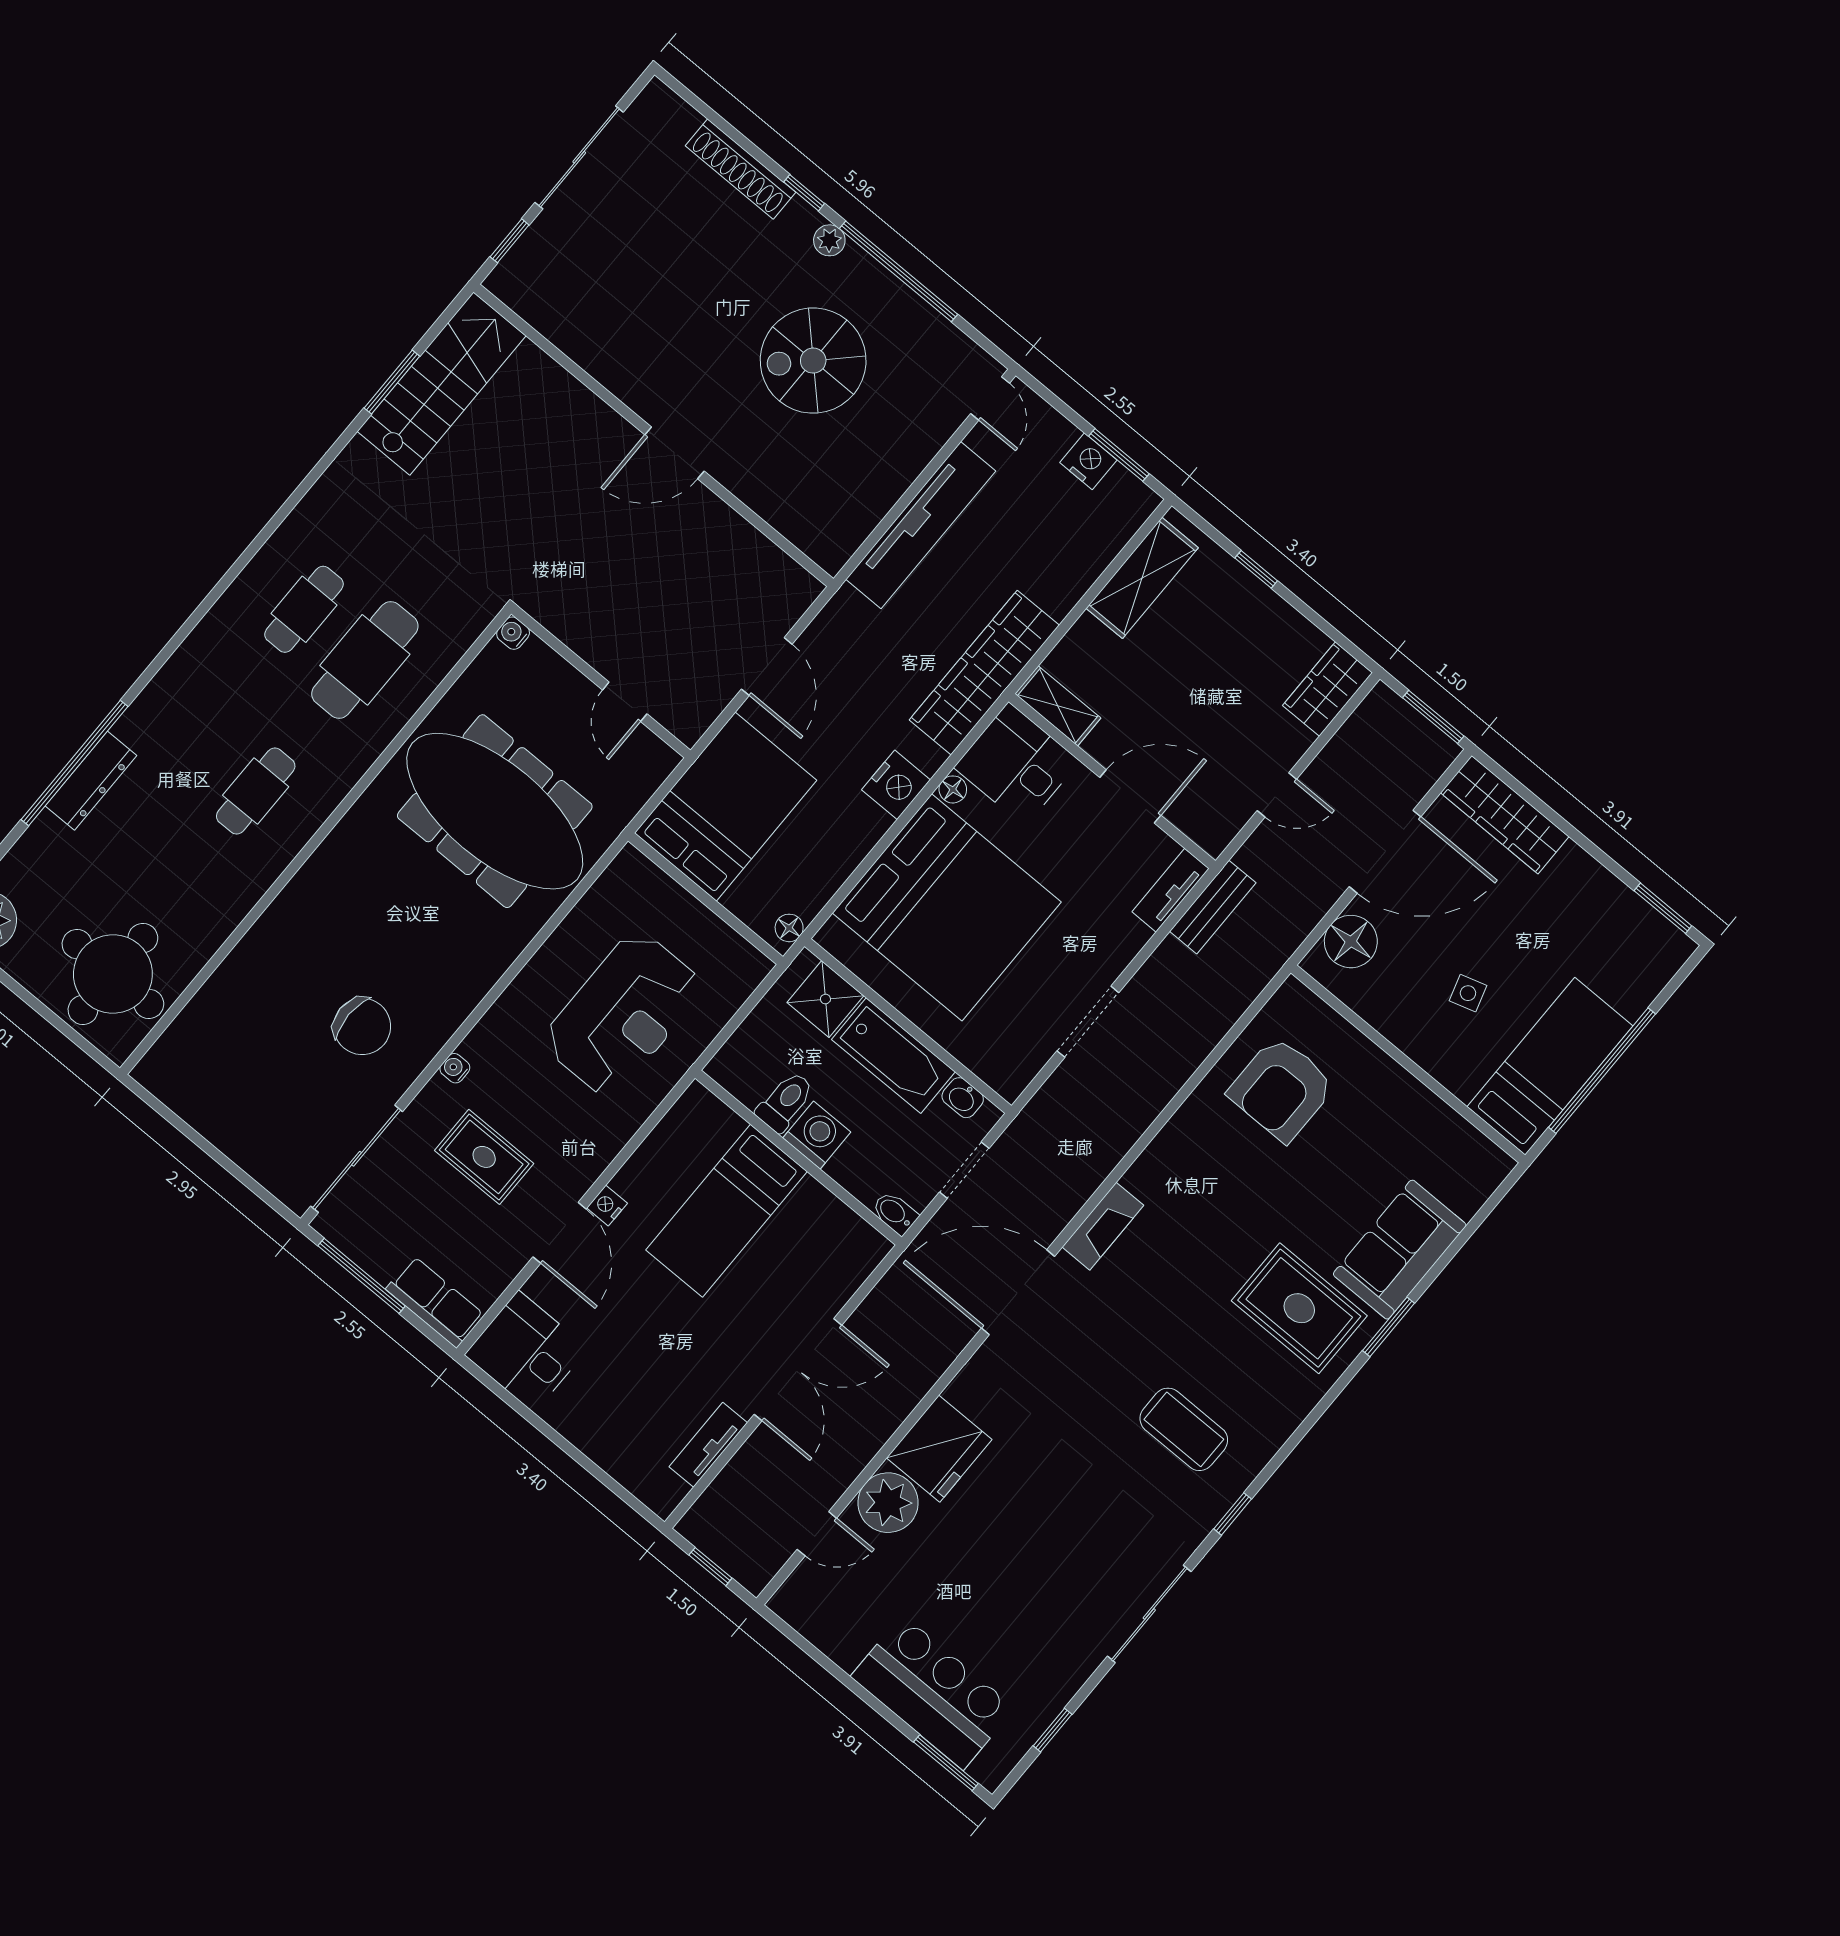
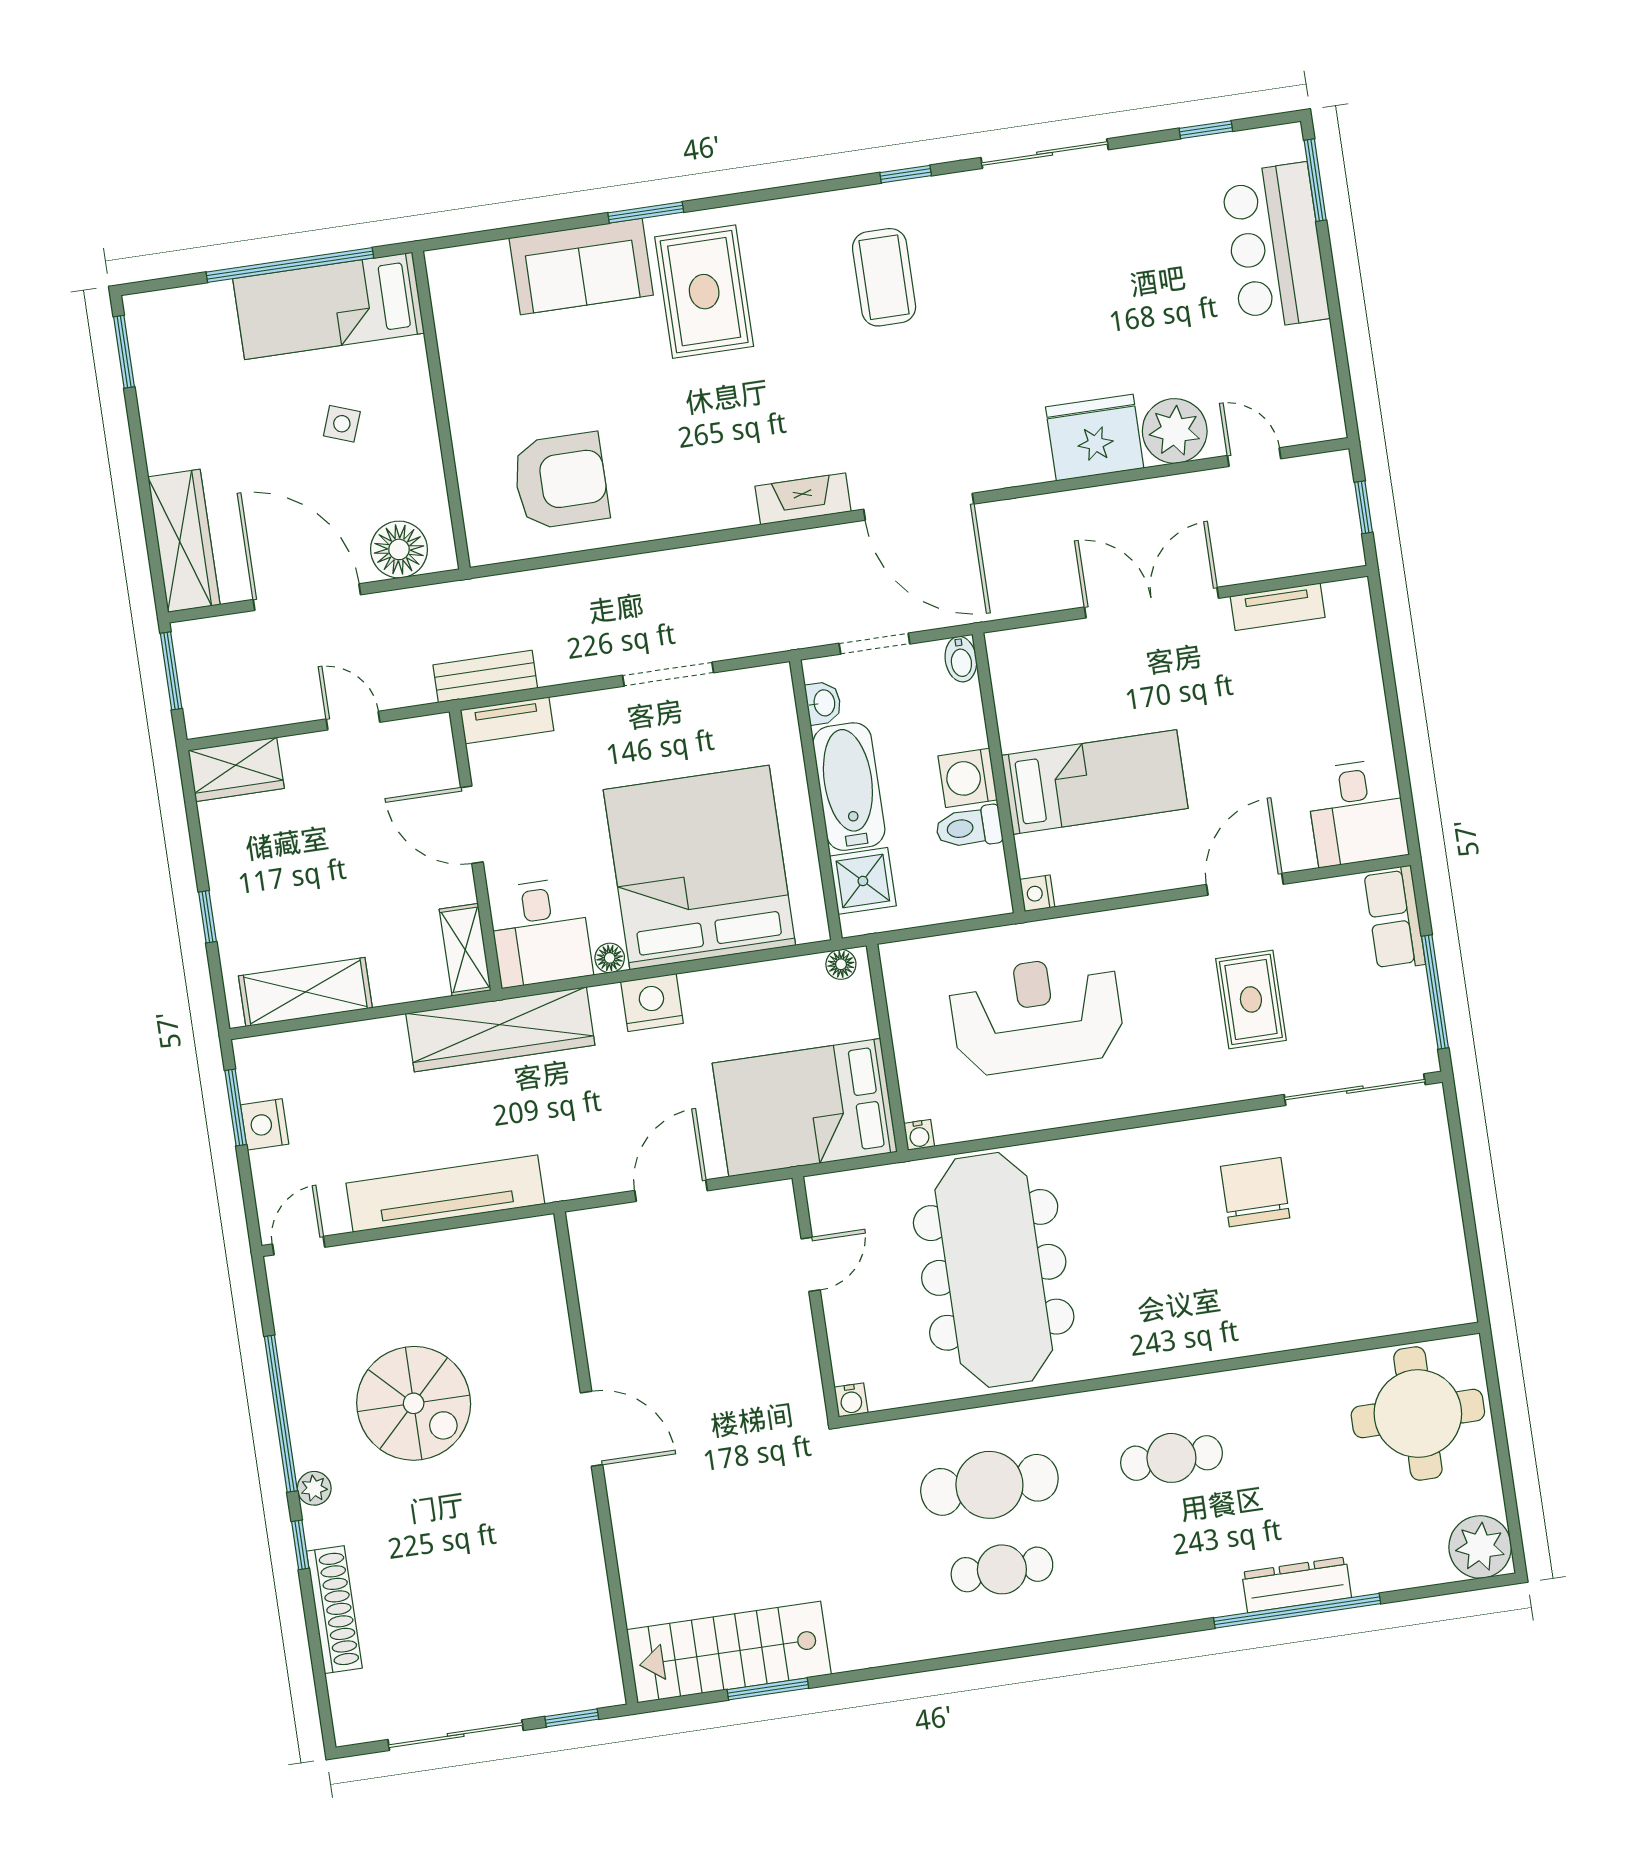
side table: (1468, 993) -> (342, 424), turned 37
water cooler: (455, 1068) -> (919, 1135), moved
nightstand: (607, 1205) -> (1037, 893), moved, turned 90

